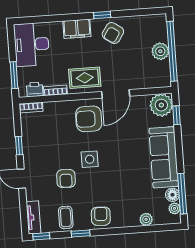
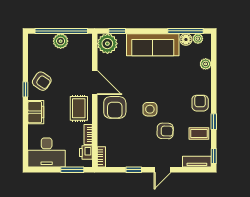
armchair: (101, 216) -> (200, 103), turned 87

